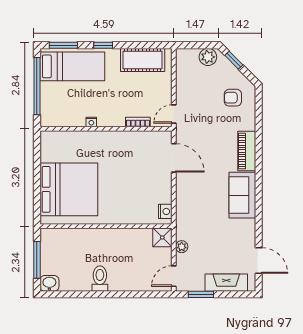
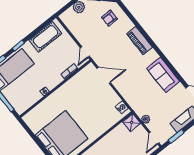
sofa: (242, 195) -> (163, 75), moved

